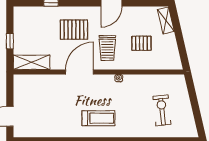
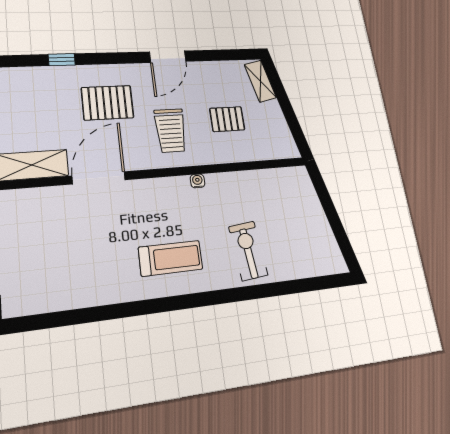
door: (80, 72) -> (99, 178), moved
exercise bike: (162, 110) -> (248, 251), moved

